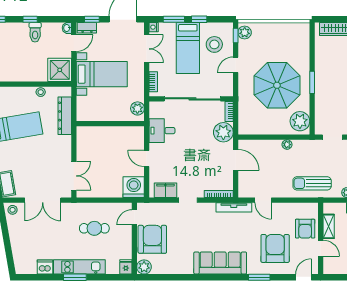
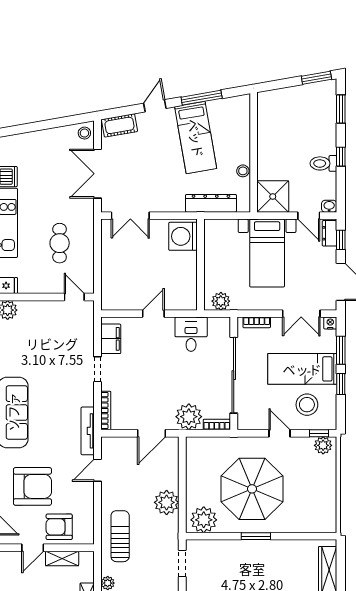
plant: (287, 145) -> (167, 502), width x1.88, depth x1.88
washing machine: (134, 187) -> (183, 236), moved, turned 180
armchair: (152, 239) -> (45, 321), removed

